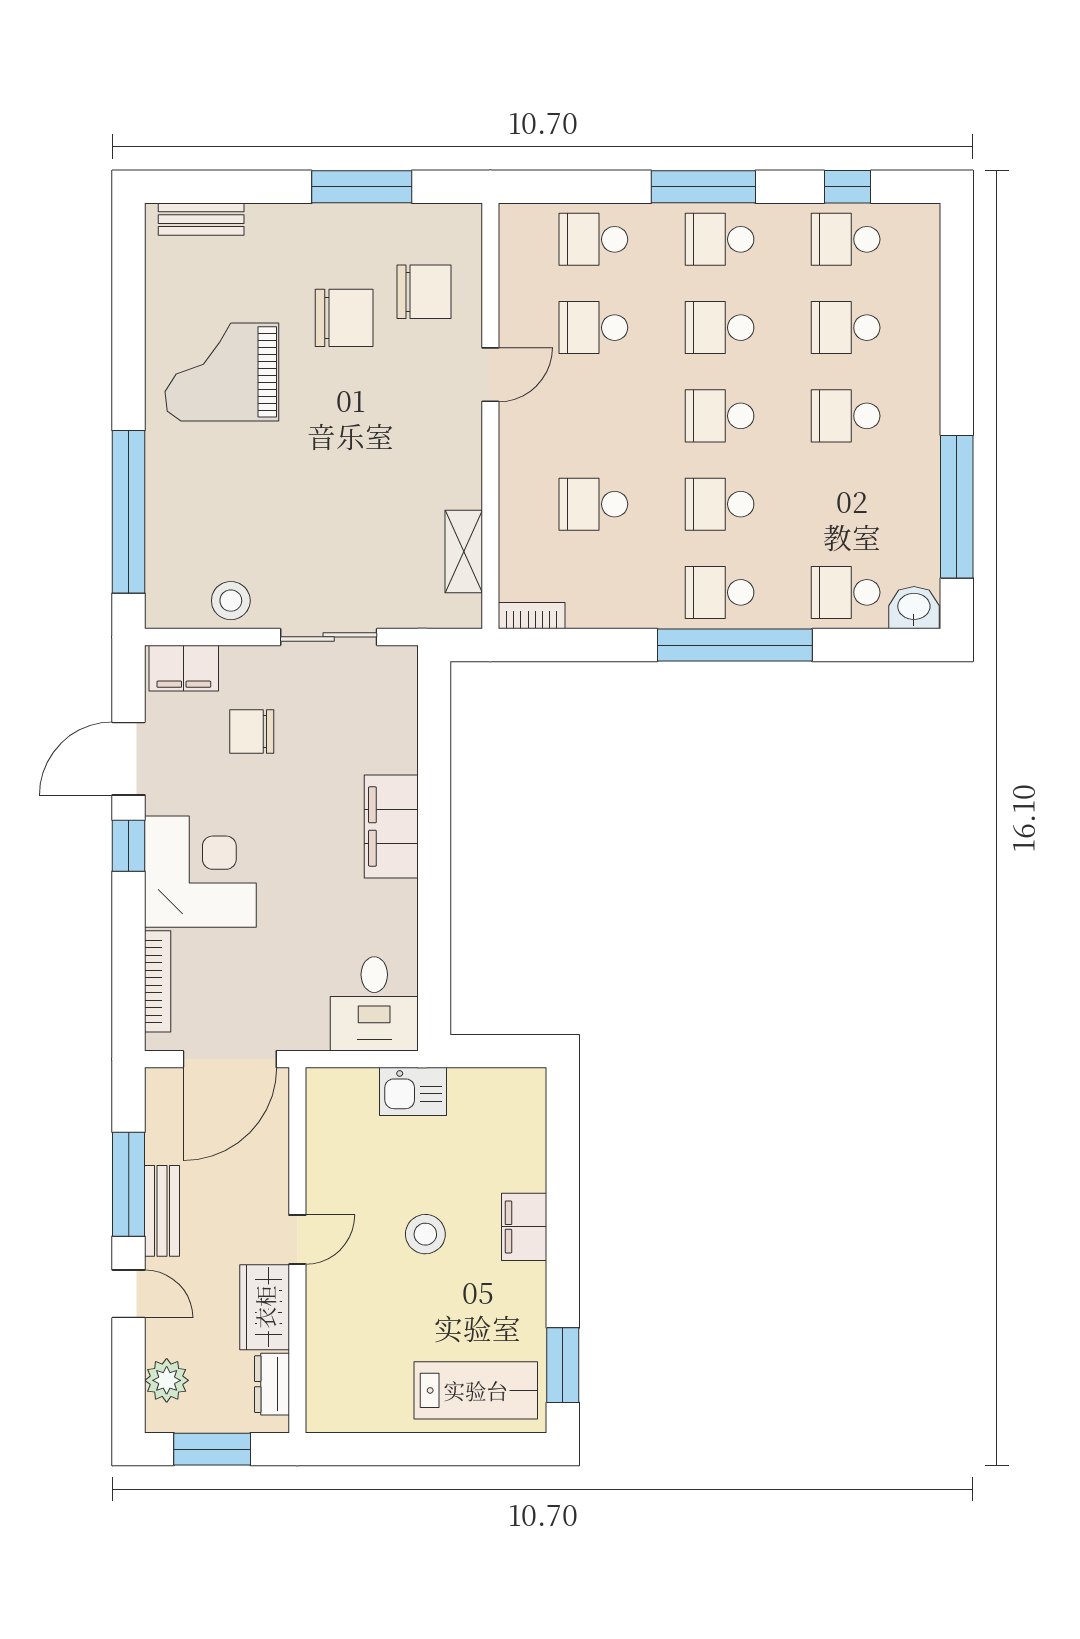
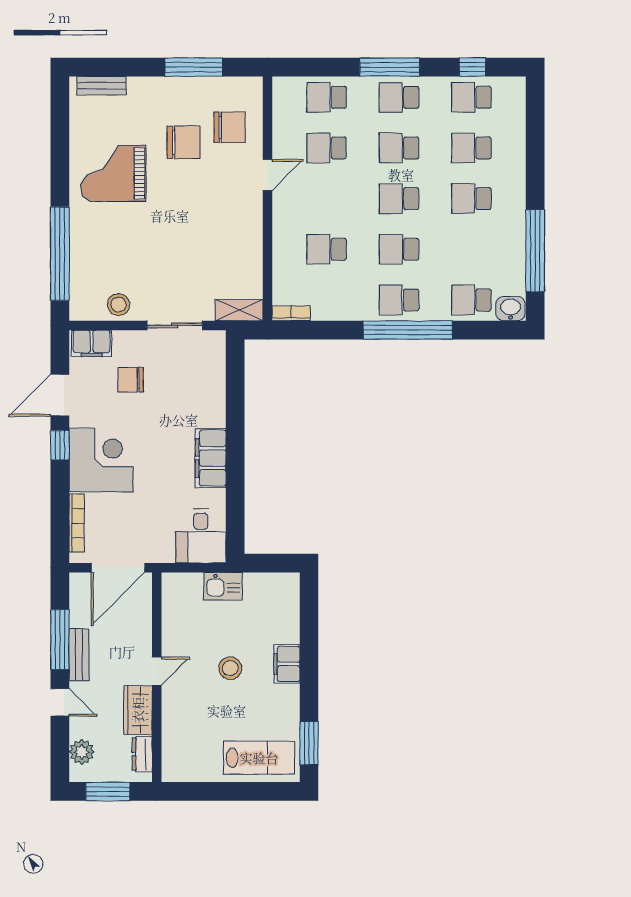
shelving: (464, 551) -> (239, 310), moved, turned 90
filing cabinet: (391, 826) -> (211, 458), moved

